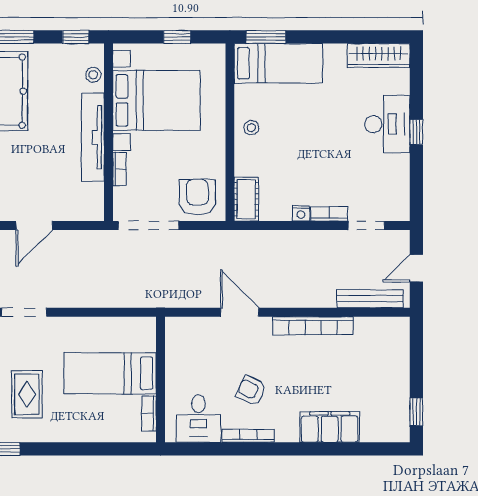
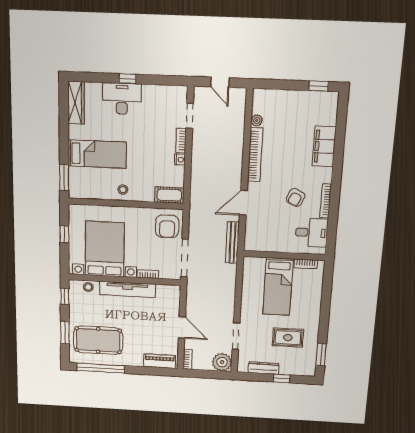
bed: (278, 63) -> (97, 154), moved, turned 90
armchair: (197, 197) -> (167, 226), turned -90
bench: (370, 299) -> (232, 243), moved
plant: (363, 325) -> (257, 120), added

